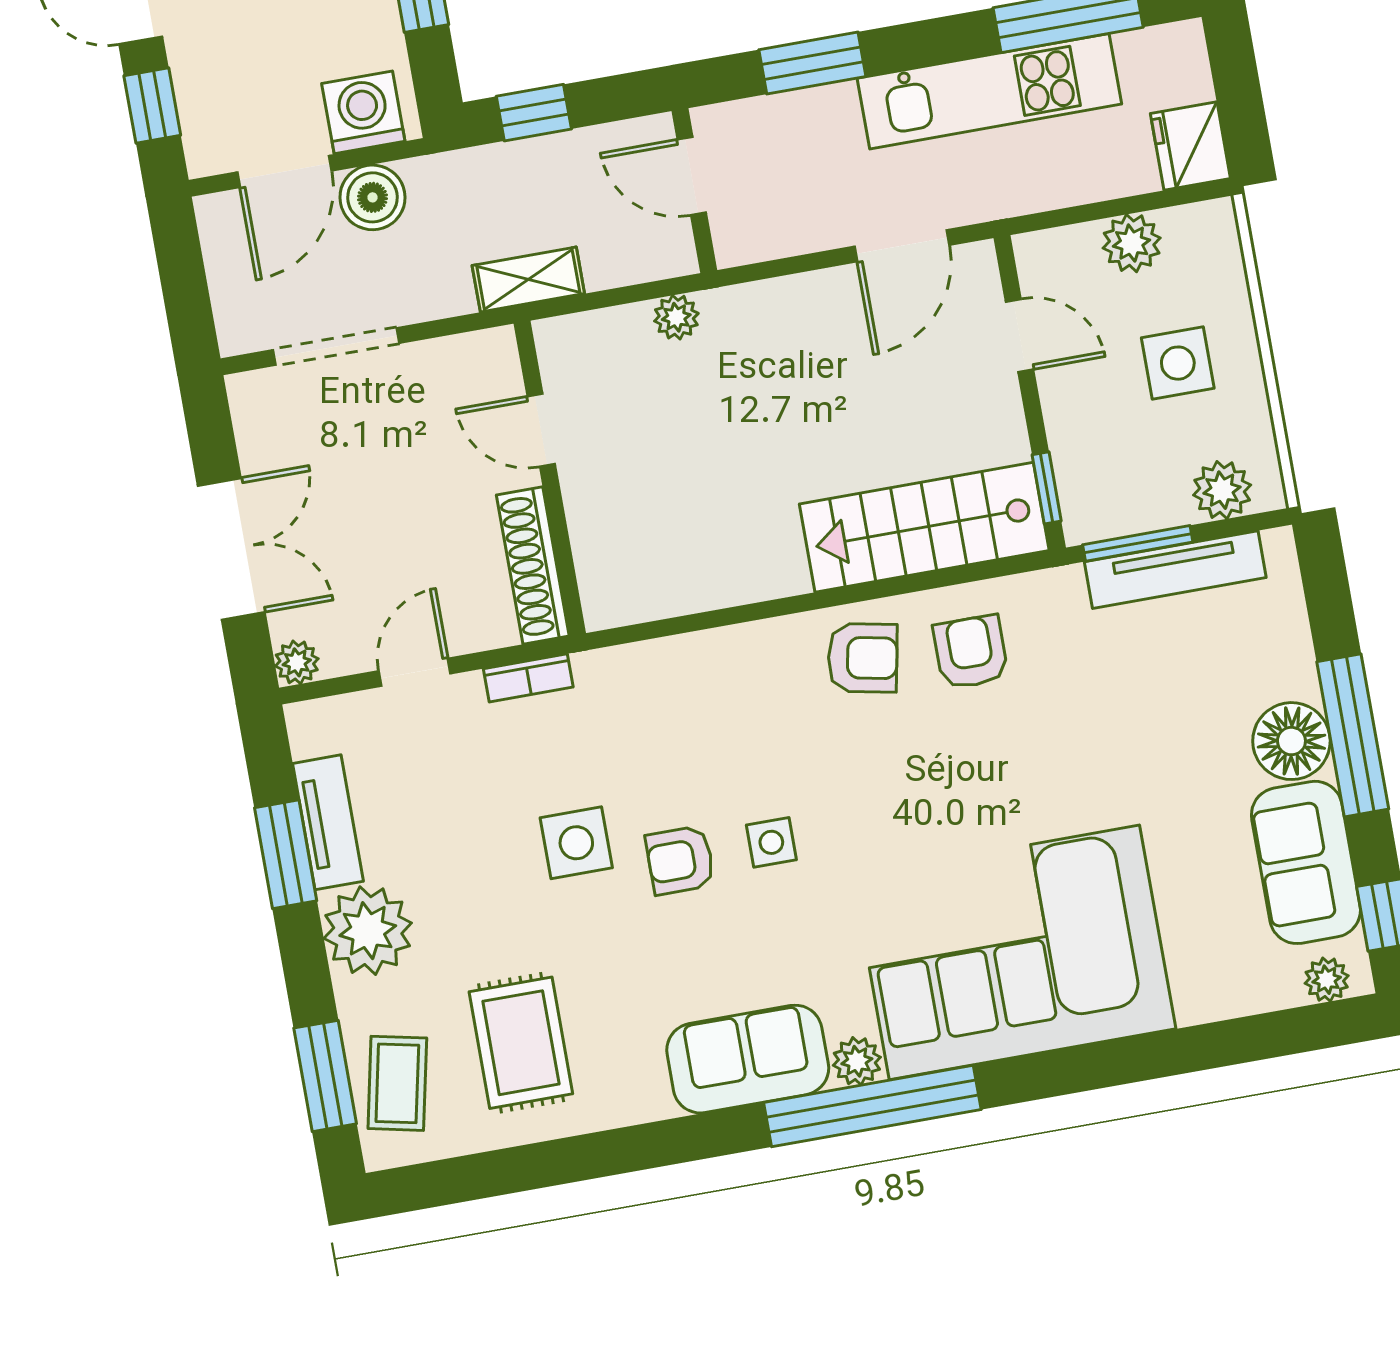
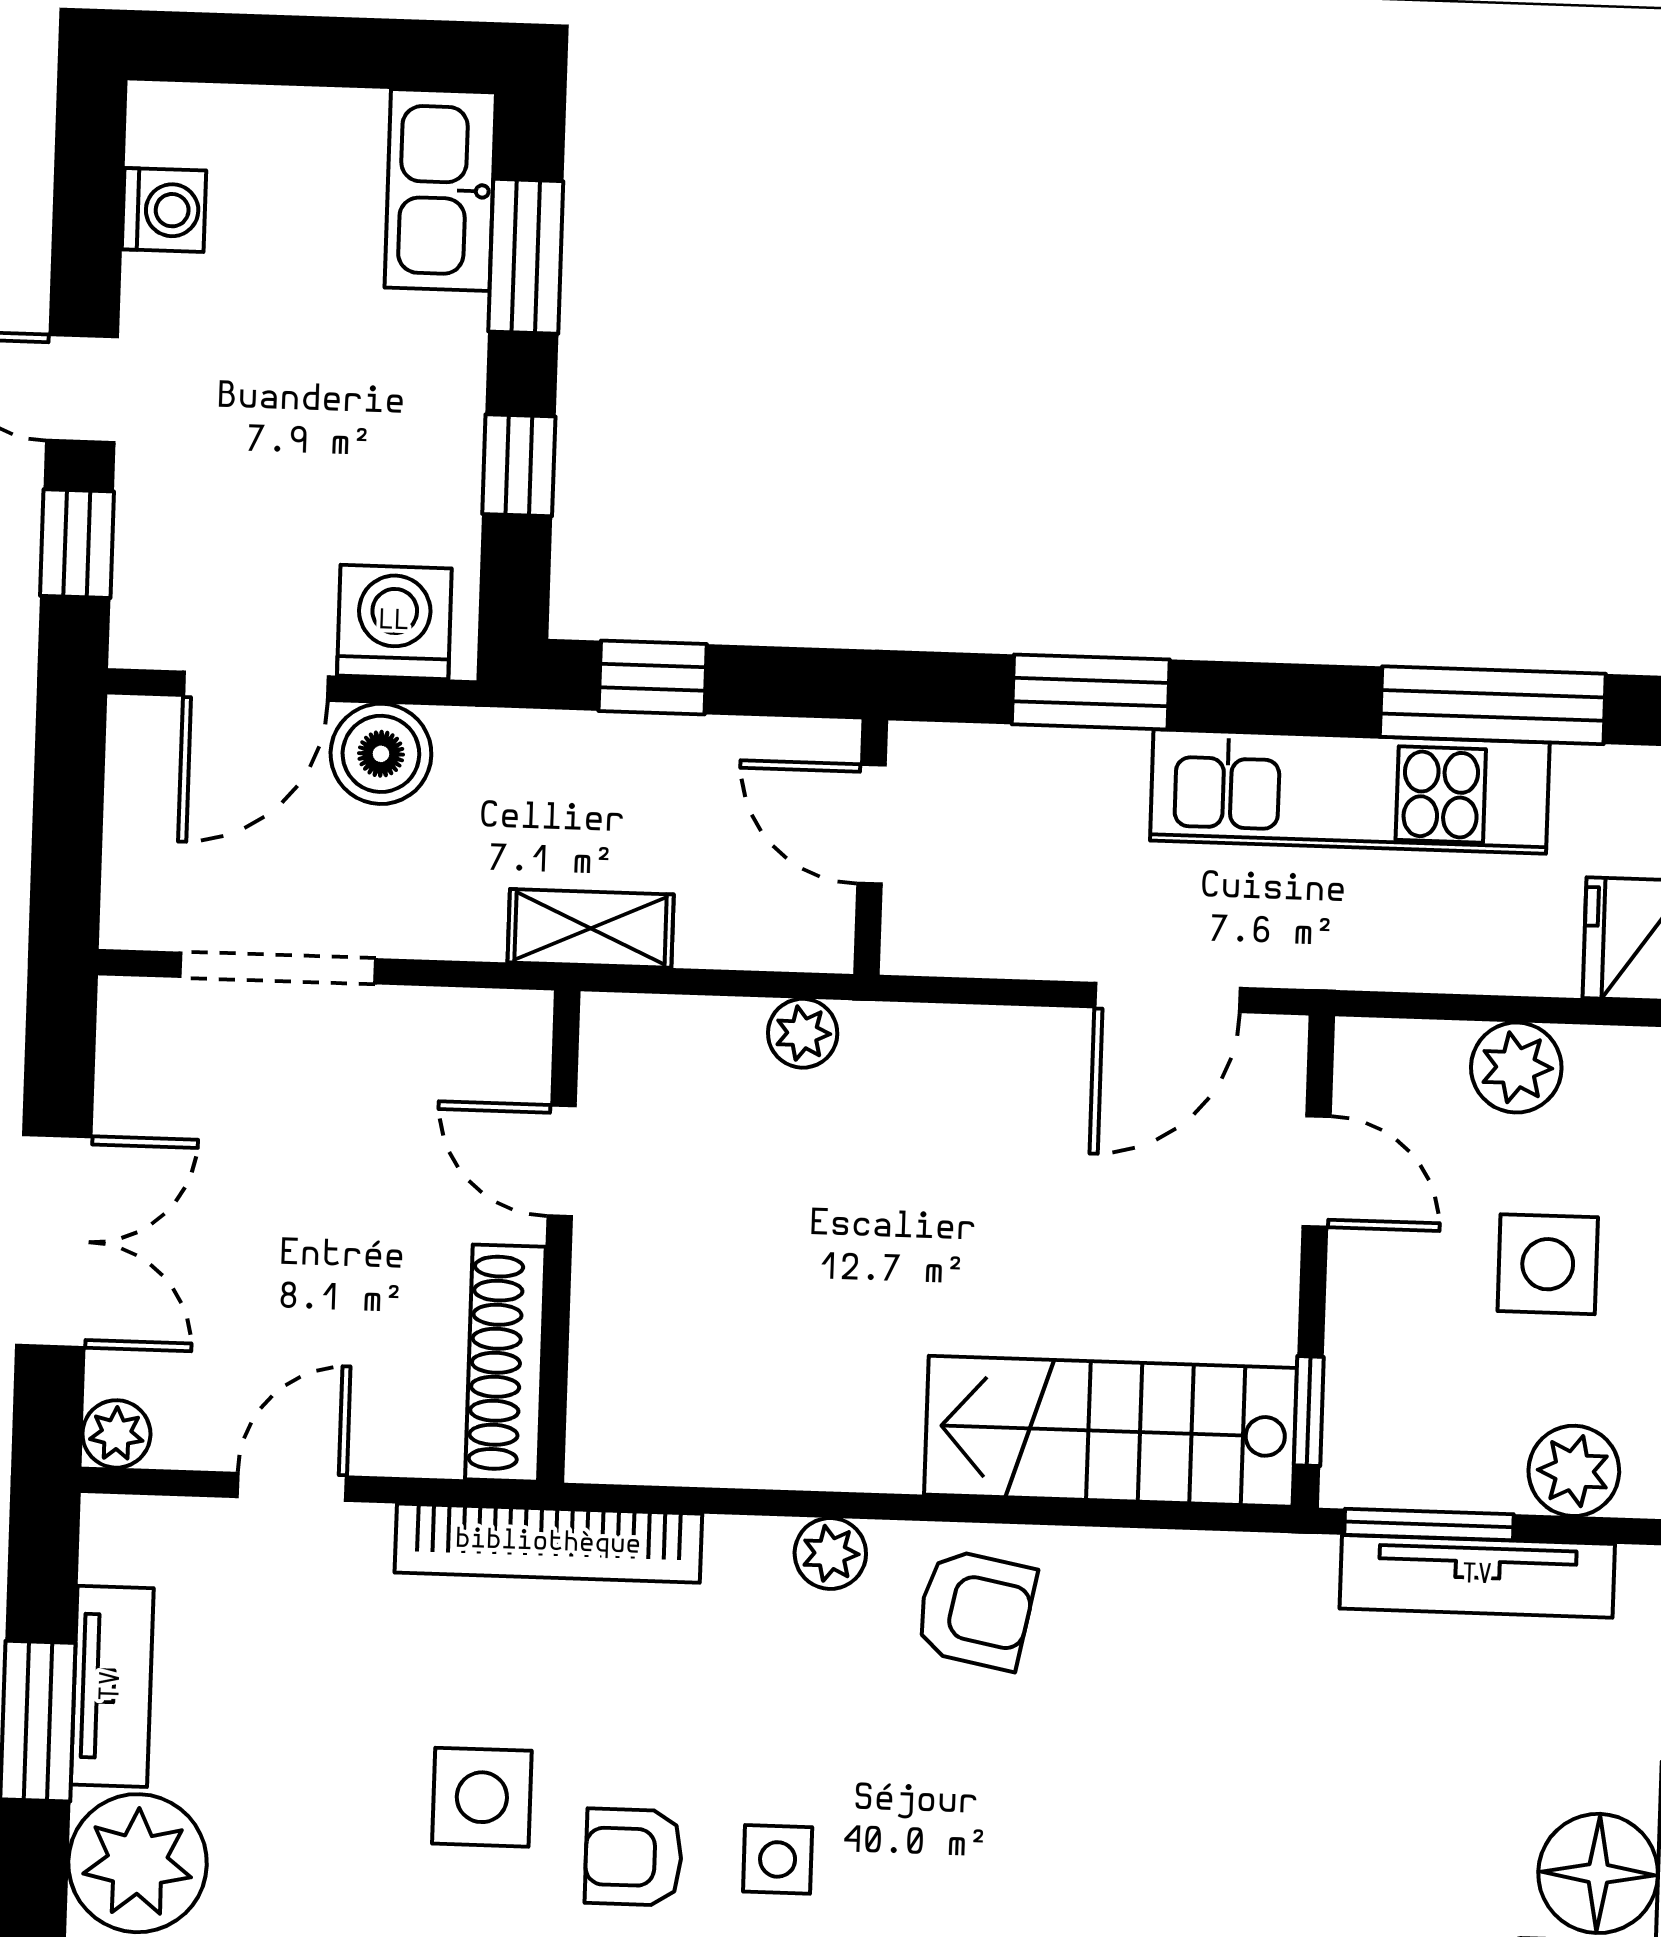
plant: (764, 642) -> (830, 1553), added
armchair: (971, 652) -> (1141, 1635), removed
bookcase: (528, 678) -> (548, 1543), width x2.31, depth x1.31

